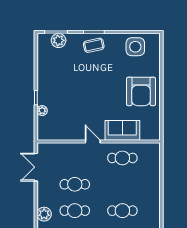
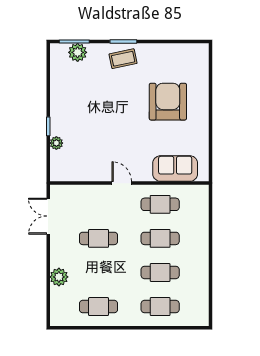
side table: (135, 47) -> (177, 61), removed
armchair: (141, 91) -> (168, 102), moved, turned 180
sofa: (122, 130) -> (175, 169), moved
cafe table: (75, 211) -> (160, 238), moved

